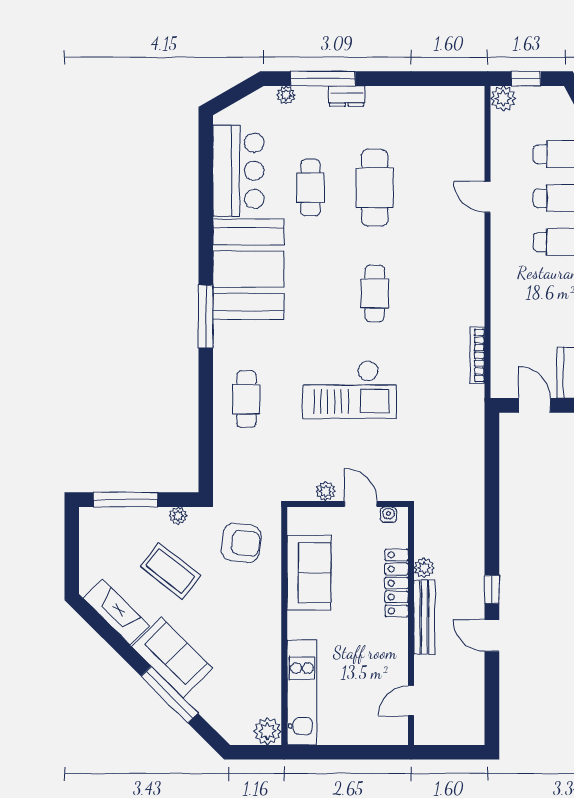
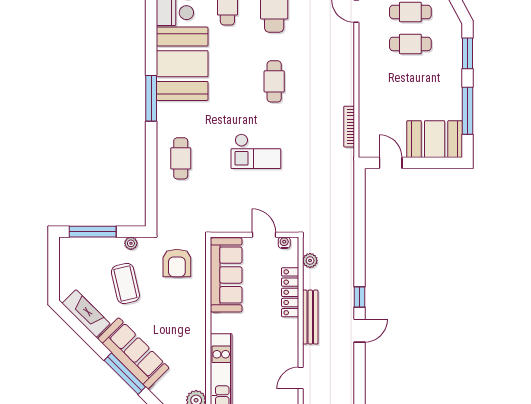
checkout: (350, 389) -> (256, 151), width x0.73, depth x0.83
plant: (326, 491) -> (238, 226), removed
armchair: (241, 543) -> (177, 263), turned 83
plant: (424, 568) -> (310, 261), moved
coffee table: (170, 571) -> (125, 284), turned 39
sofa: (309, 573) -> (226, 275), width x1.36
door: (492, 636) -> (359, 331), swing flipped
sofa: (172, 657) -> (133, 353), width x1.36

